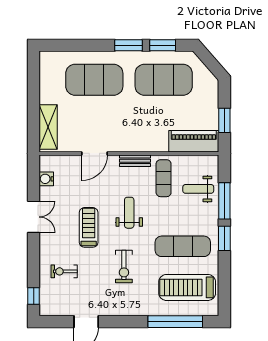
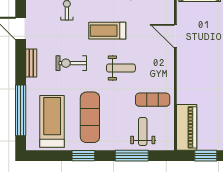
bench: (135, 161) -> (31, 63), moved
treadmill: (89, 227) -> (107, 31), turned 180
window: (224, 238) -> (83, 156), moved

